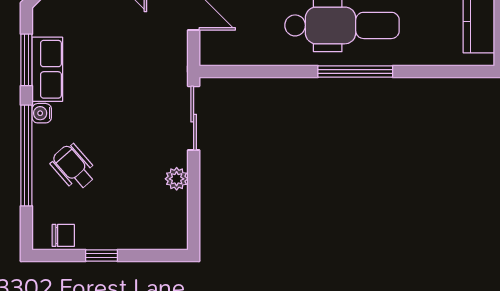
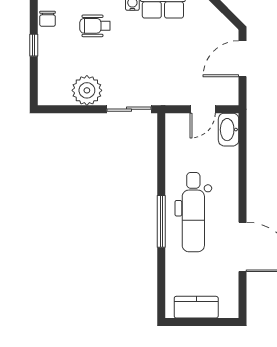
wheelchair: (74, 167) -> (95, 26), turned -139
plant: (177, 179) -> (87, 90), width x1.88, depth x1.88

